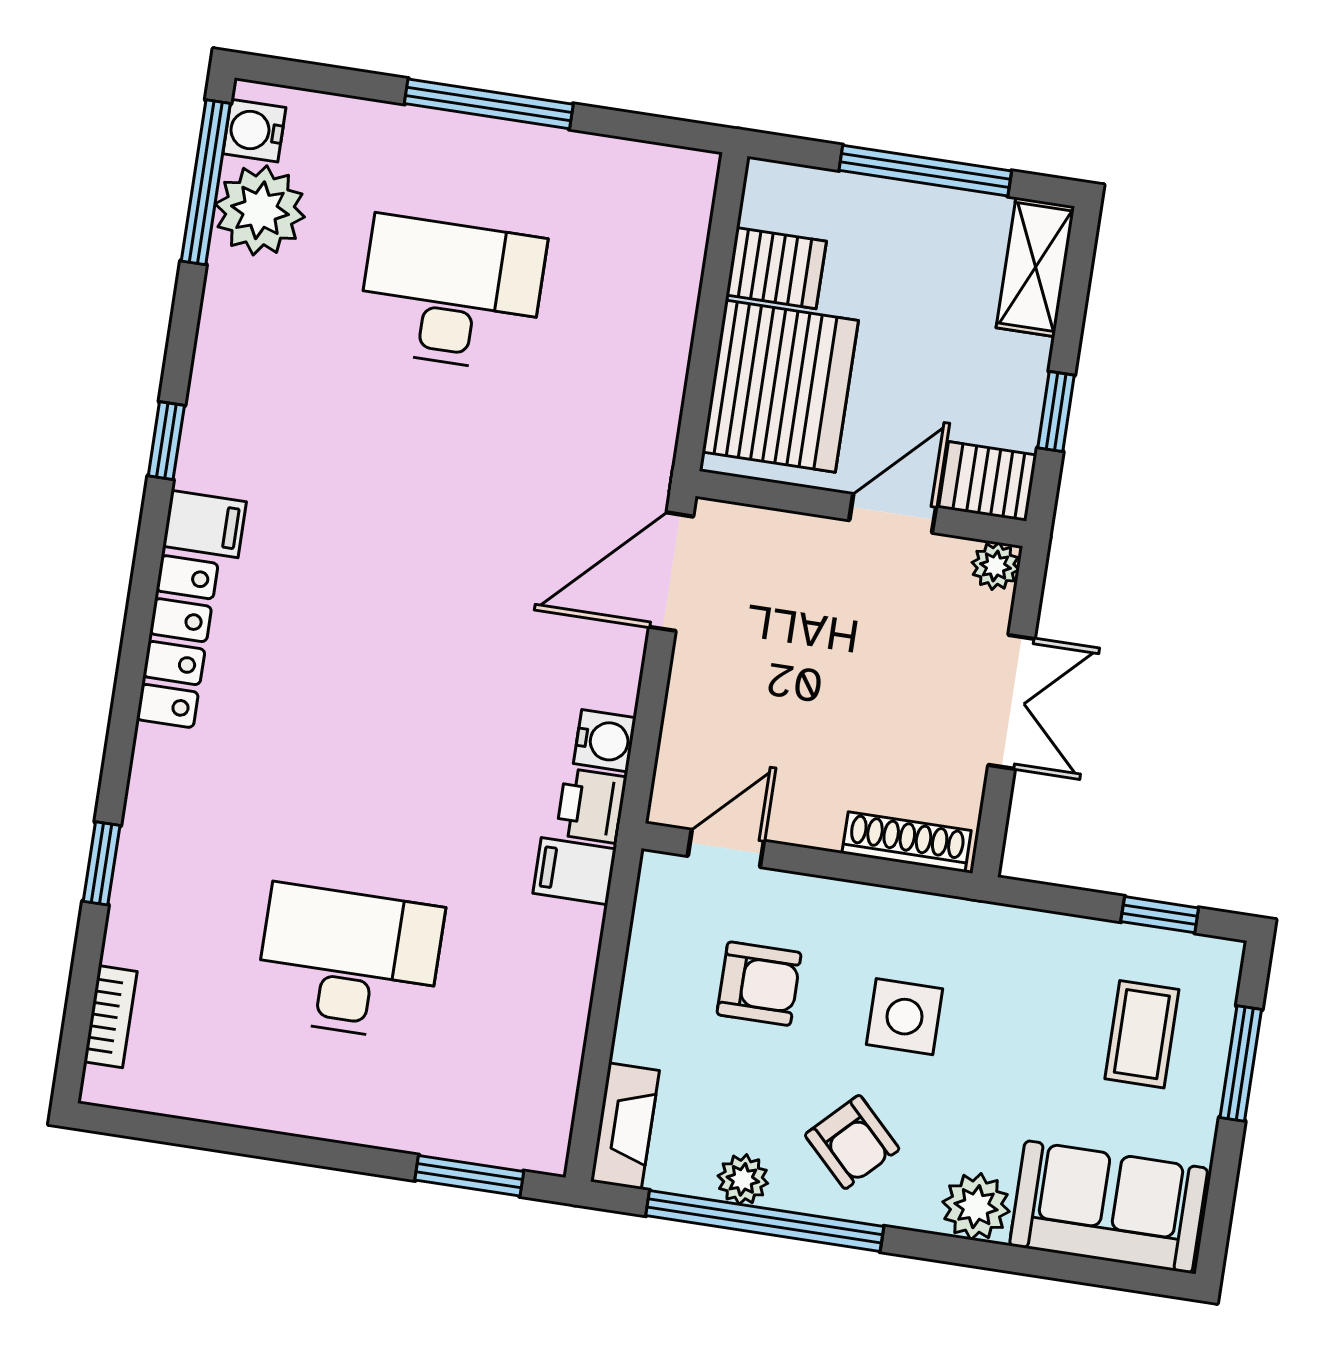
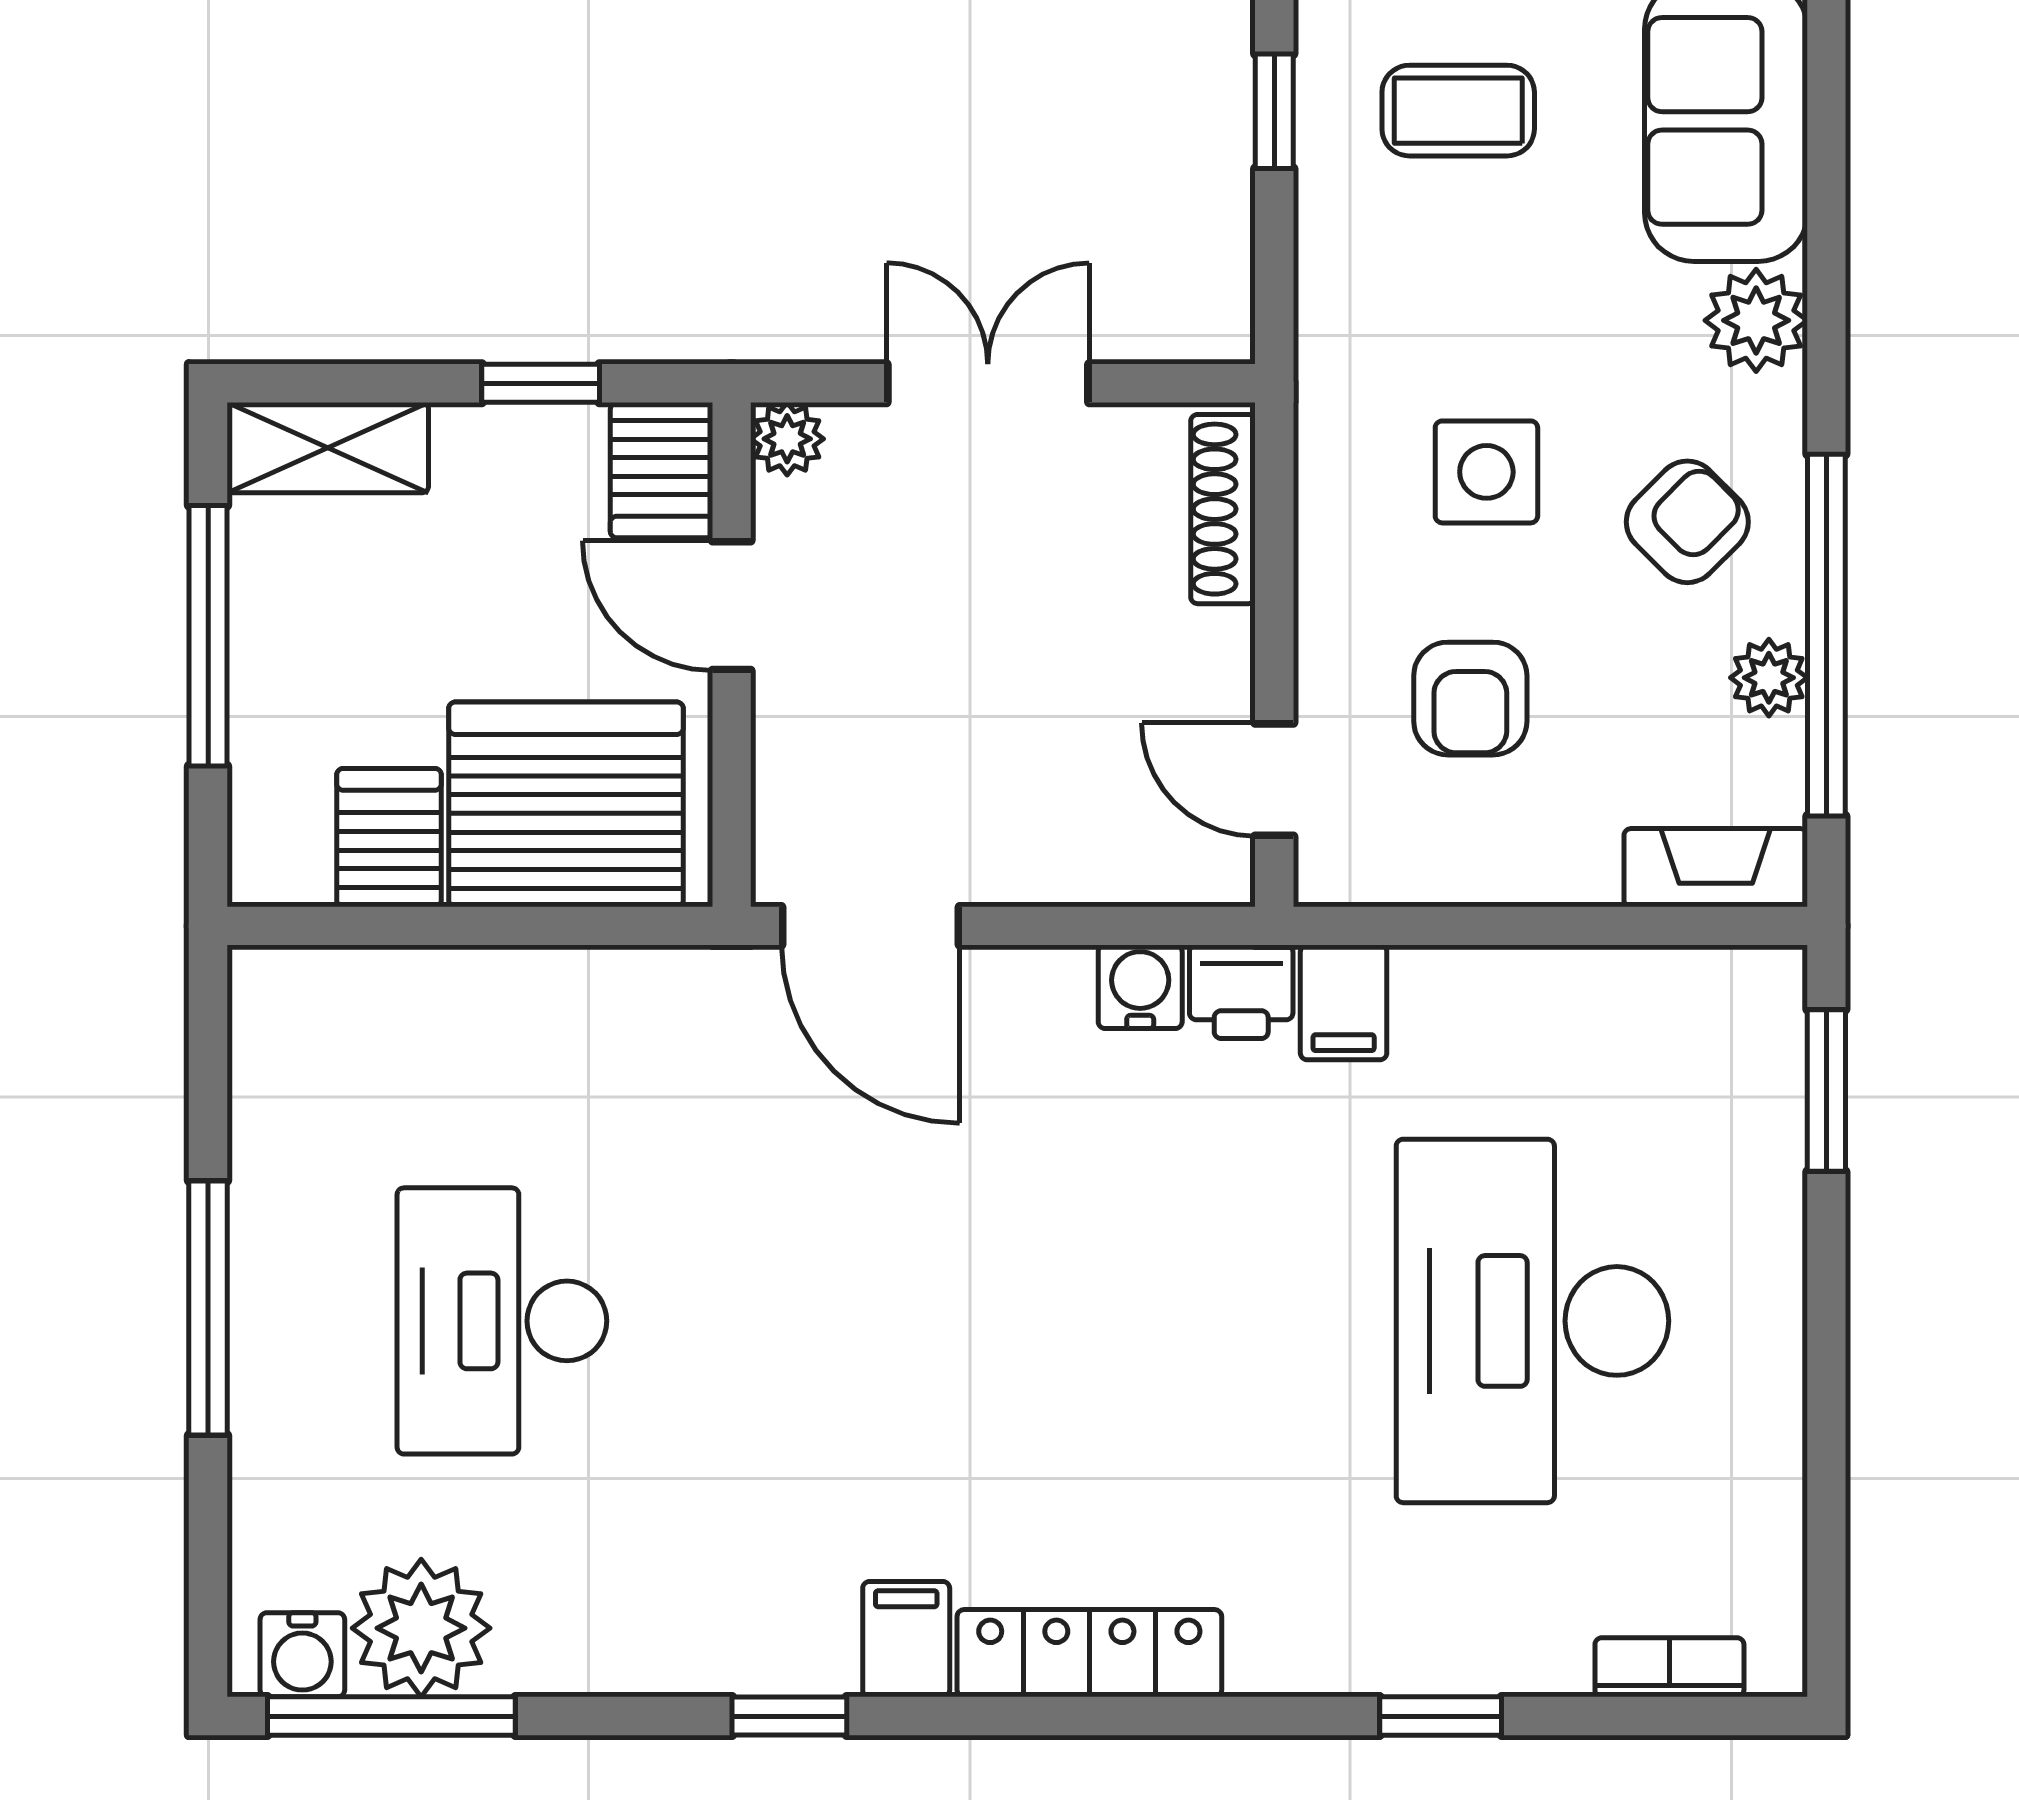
desk: (349, 962) -> (1532, 1321), width x1.36, depth x1.30
armchair: (759, 984) -> (1470, 699), turned 180

